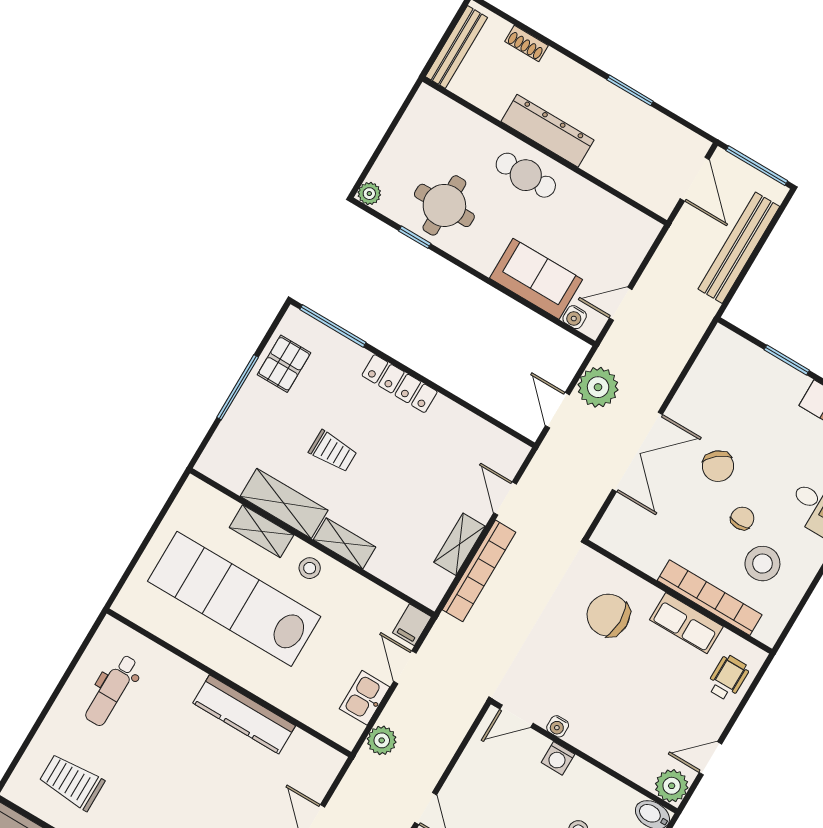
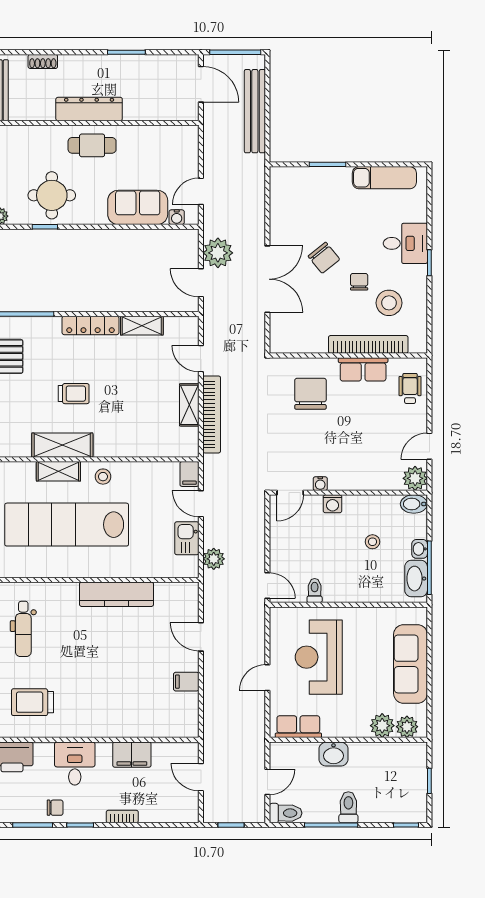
shelving: (344, 543) -> (142, 326), moved
chair: (608, 615) -> (310, 394), turned 90

